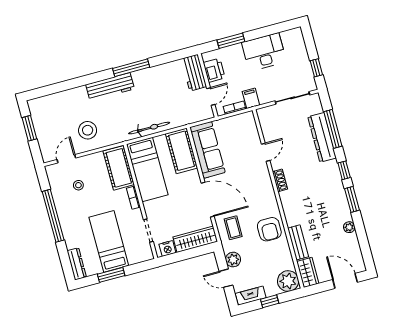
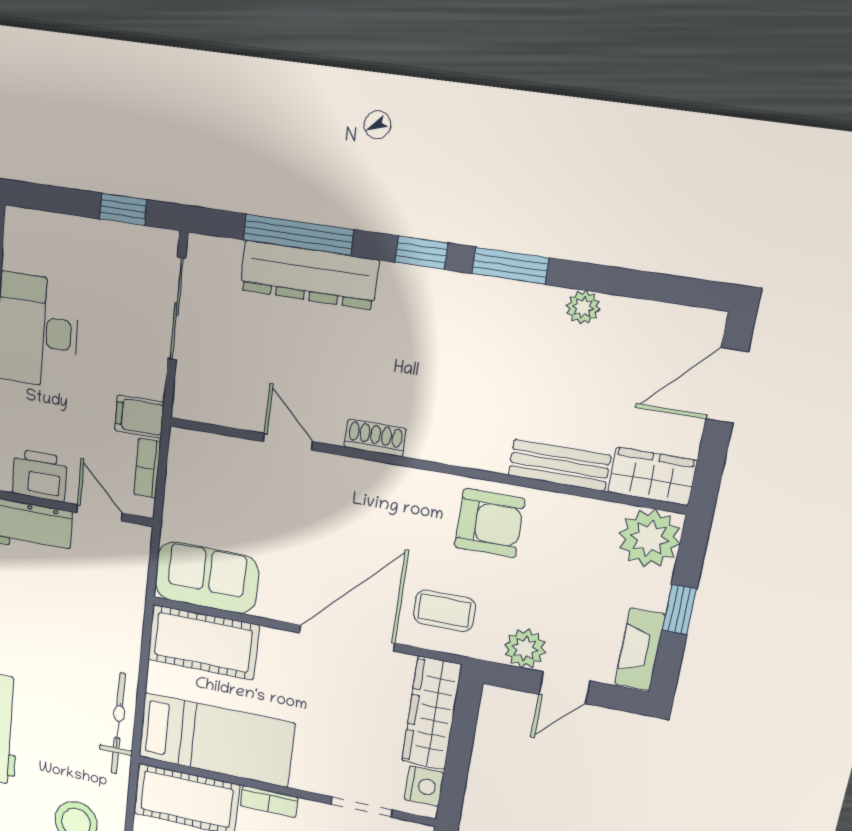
bicycle: (149, 128) -> (118, 724), moved
sofa: (207, 150) -> (207, 578), width x0.73

